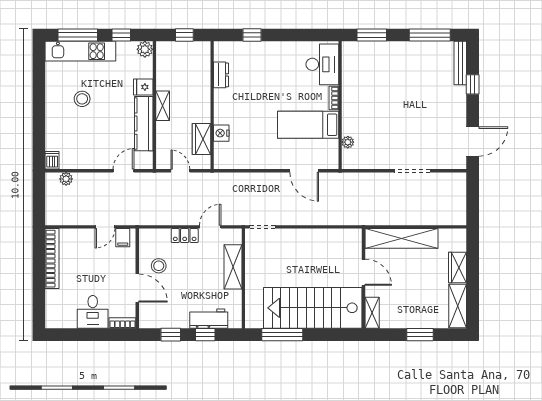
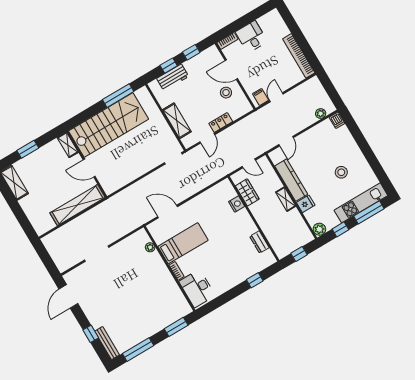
wardrobe: (458, 267) -> (29, 208), removed

